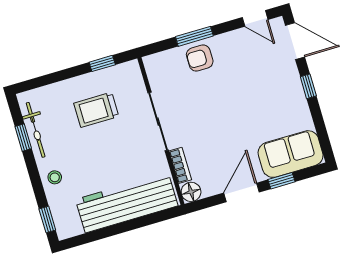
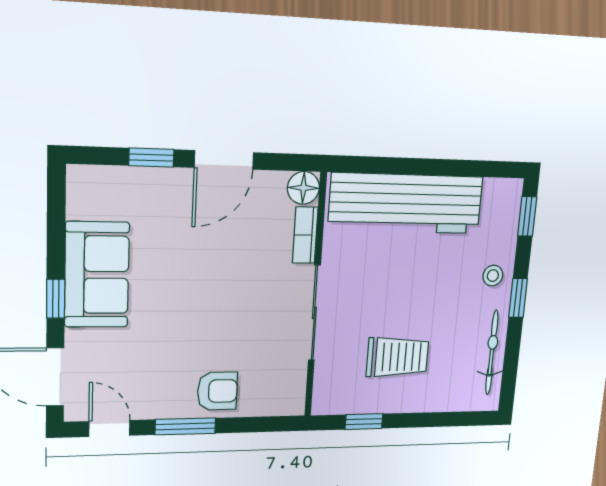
window: (194, 36) -> (185, 426), moved
window: (23, 138) -> (518, 298), moved
sofa: (291, 154) -> (97, 275), moved, turned -90

